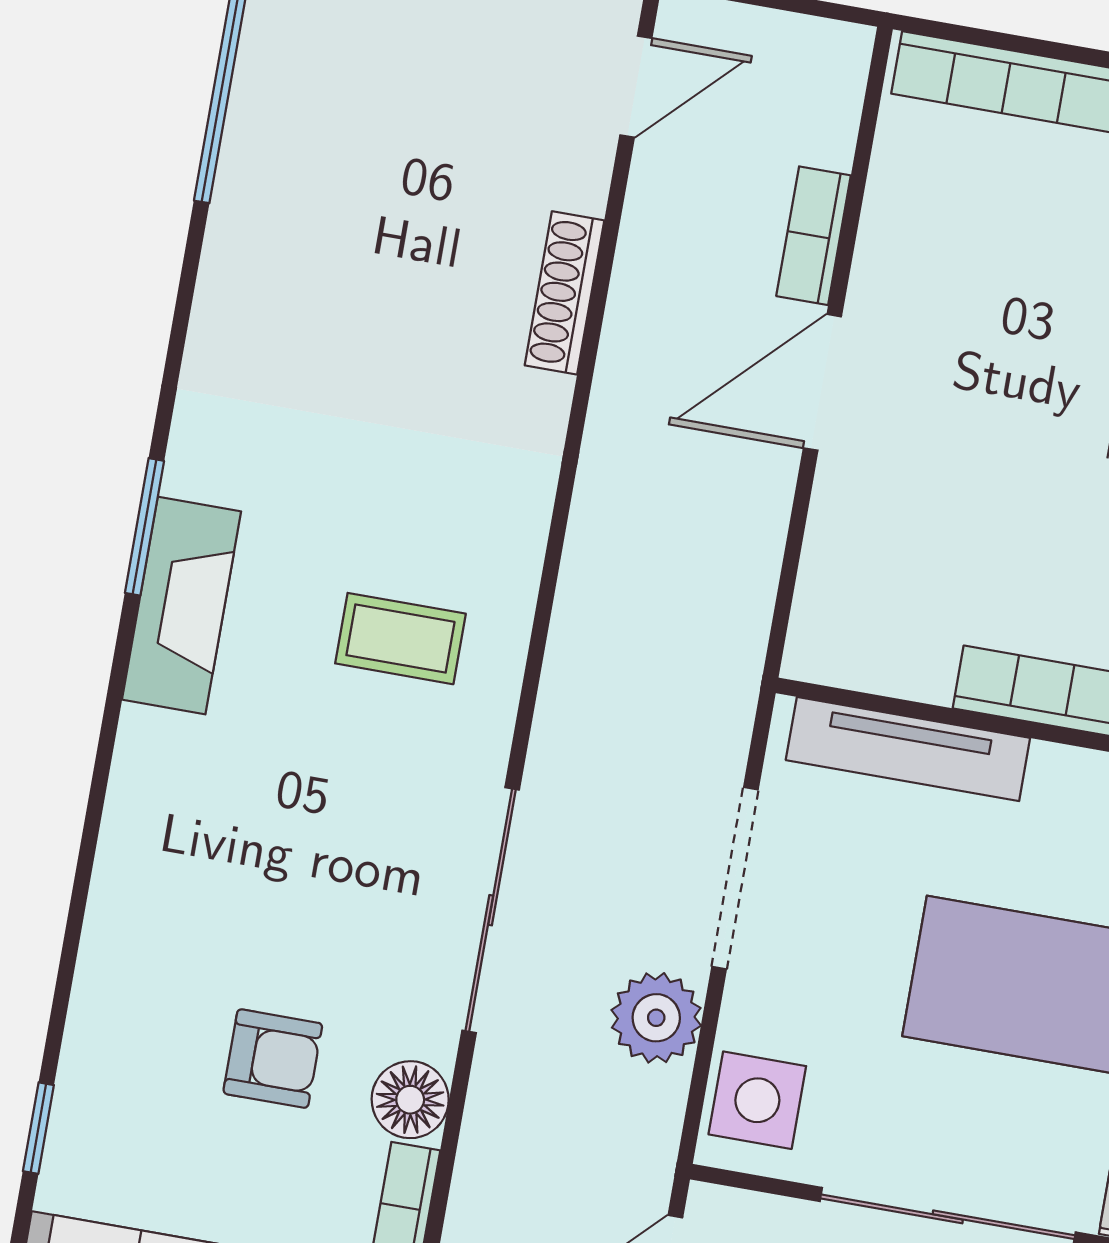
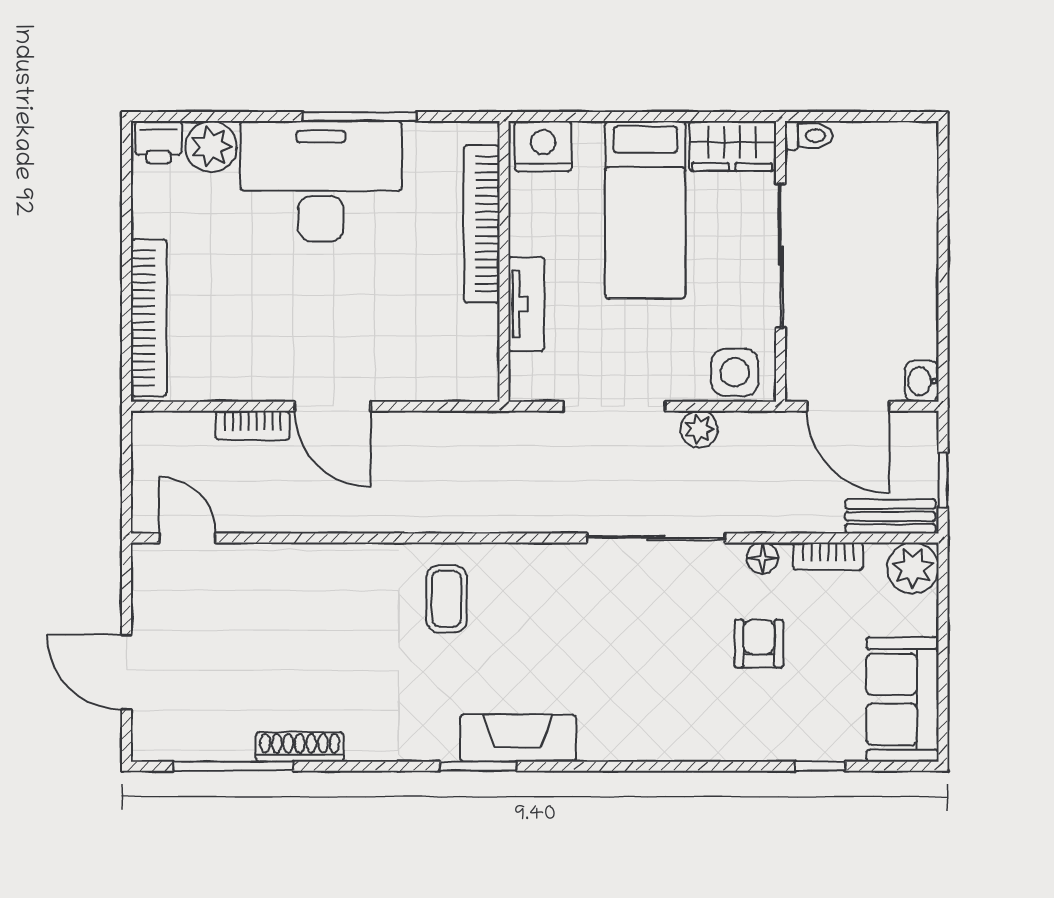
shoe rack: (564, 293) -> (300, 747), moved, turned 180
coffee table: (400, 639) -> (447, 599), moved
tv unit: (908, 749) -> (526, 304), width x0.71
plant: (656, 1018) -> (699, 429), width x0.73, depth x0.73
floor lamp: (410, 1100) -> (762, 558), width x0.73, depth x0.73

